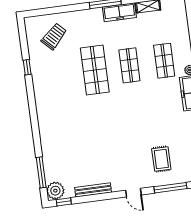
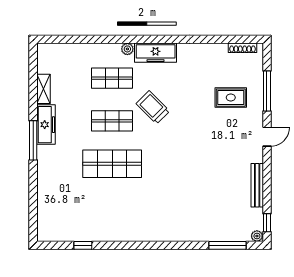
trolley: (54, 36) -> (153, 107), moved
window: (27, 67) -> (83, 245), moved
plant: (55, 191) -> (257, 236), width x0.53, depth x0.53

